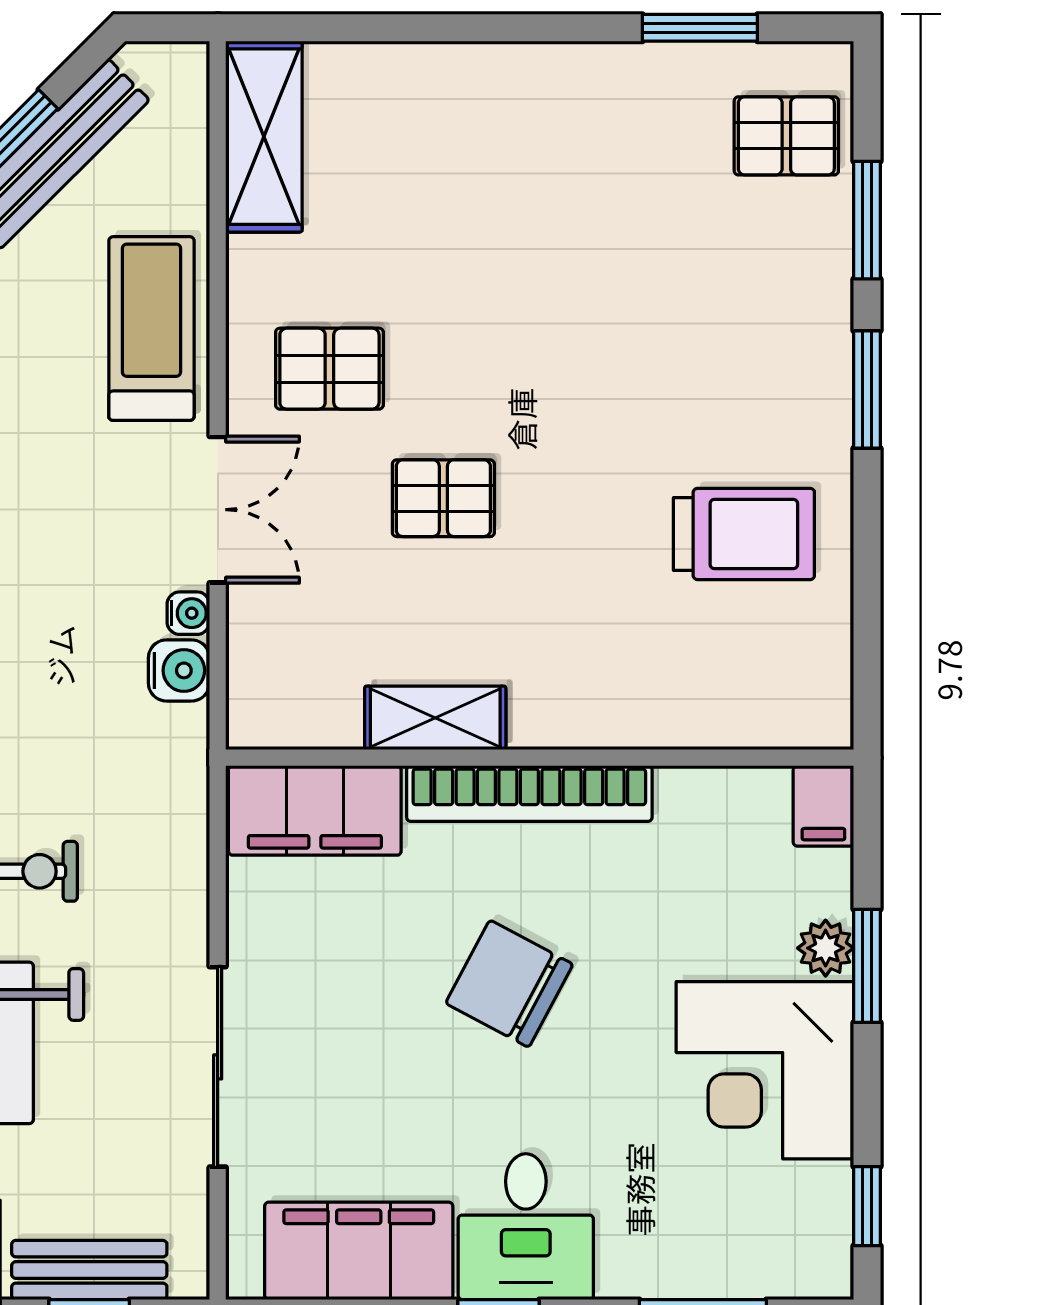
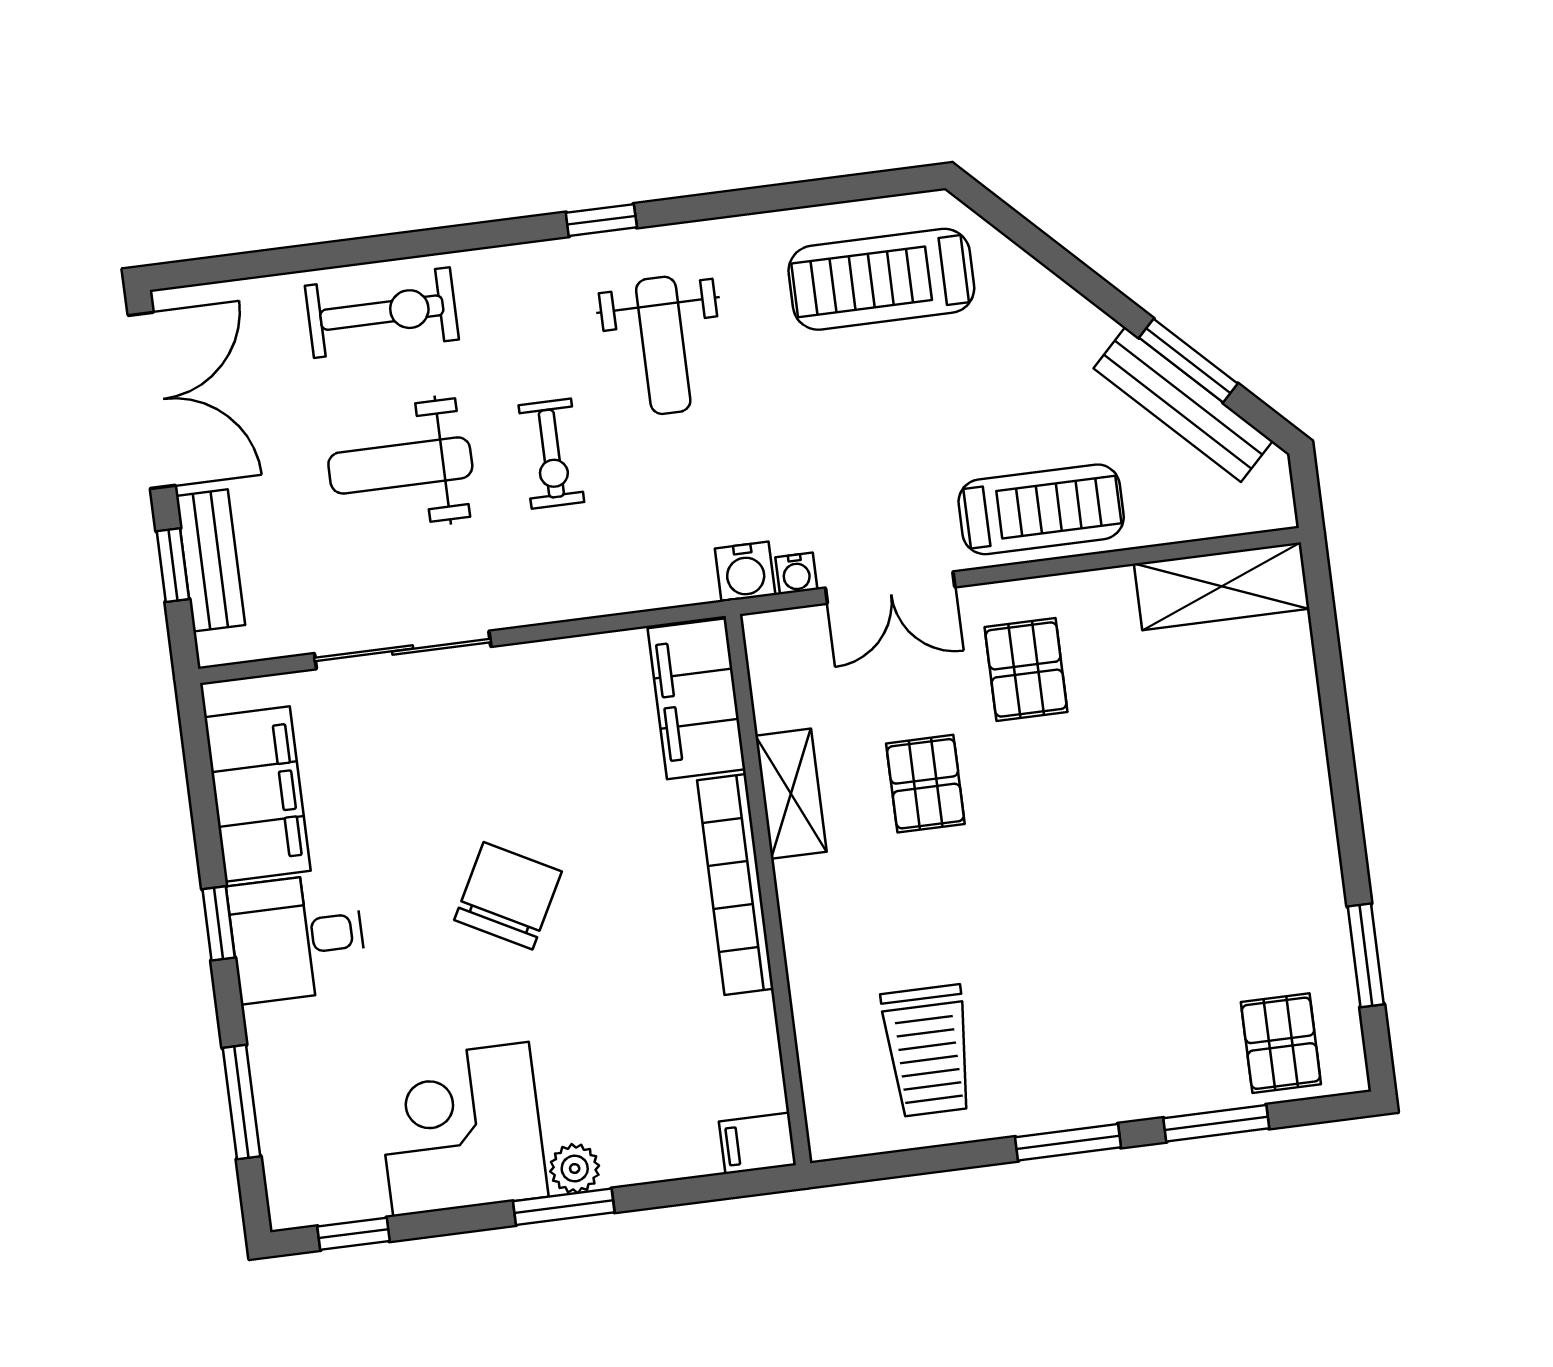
shelving: (435, 718) -> (791, 794), moved
wall: (540, 758) -> (768, 890), moved
bookcase: (529, 794) -> (735, 885), moved
filing cabinet: (823, 806) -> (757, 1143), moved
filing cabinet: (315, 810) -> (697, 699), moved

